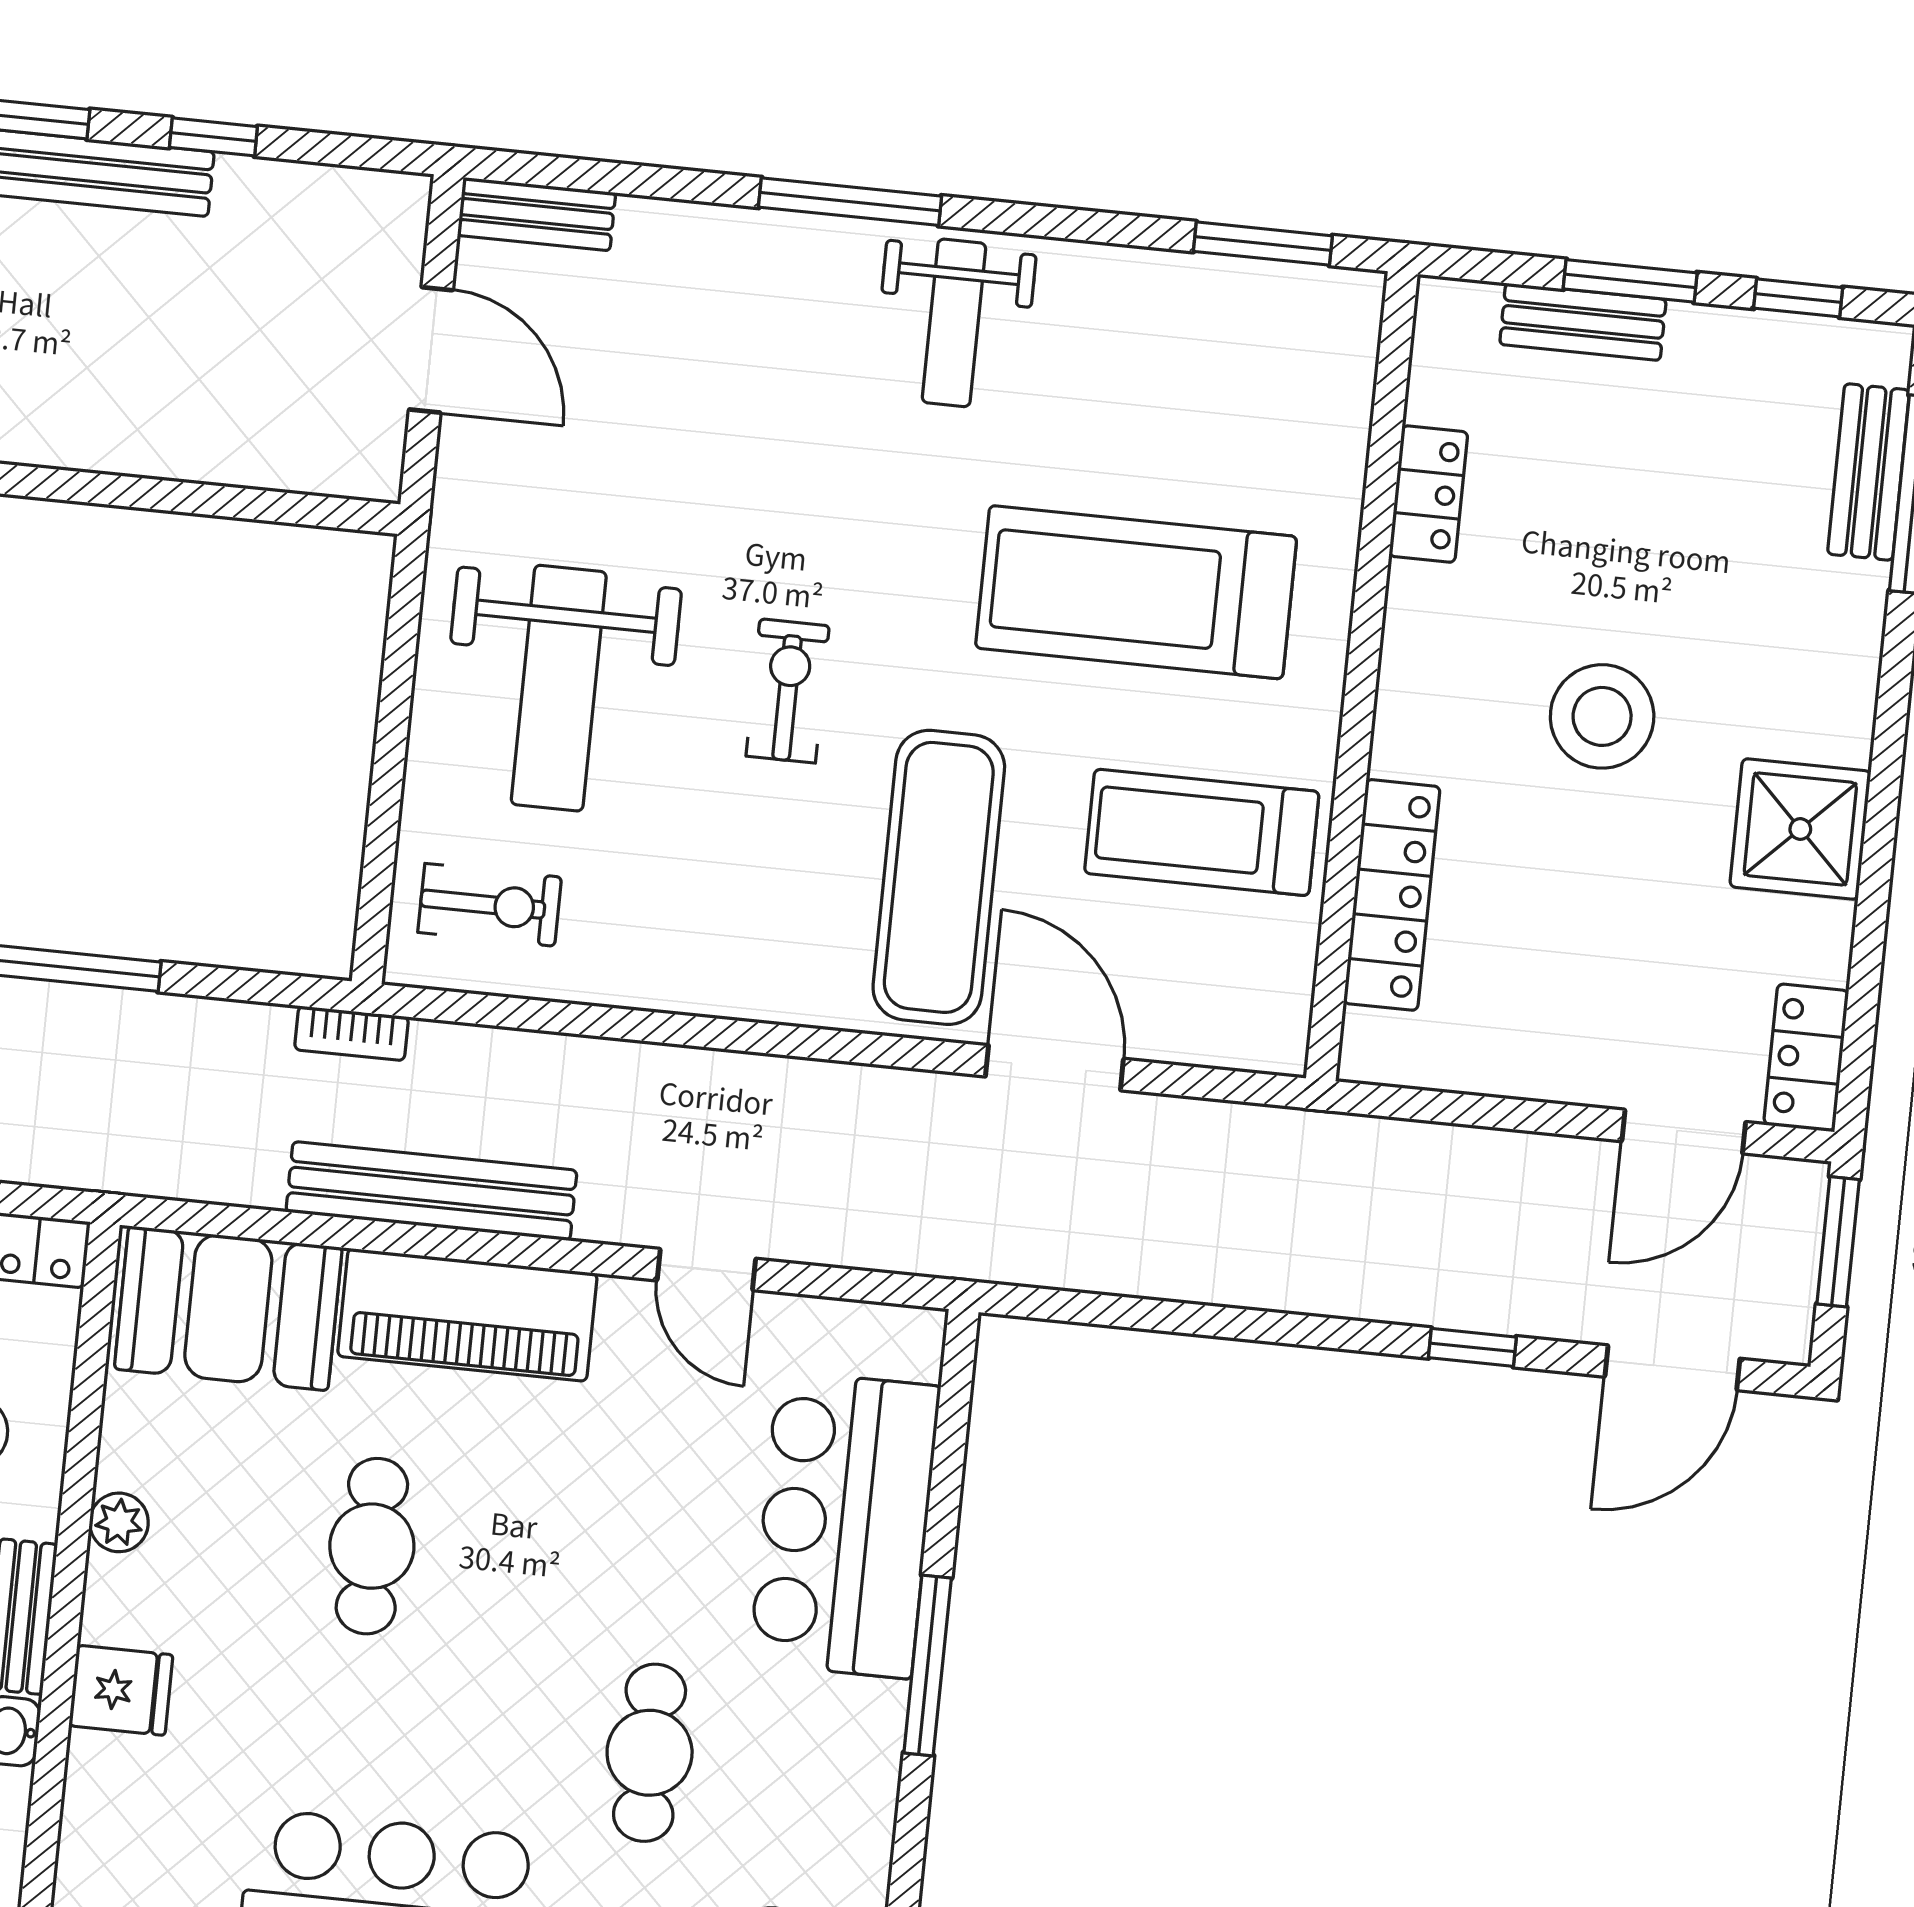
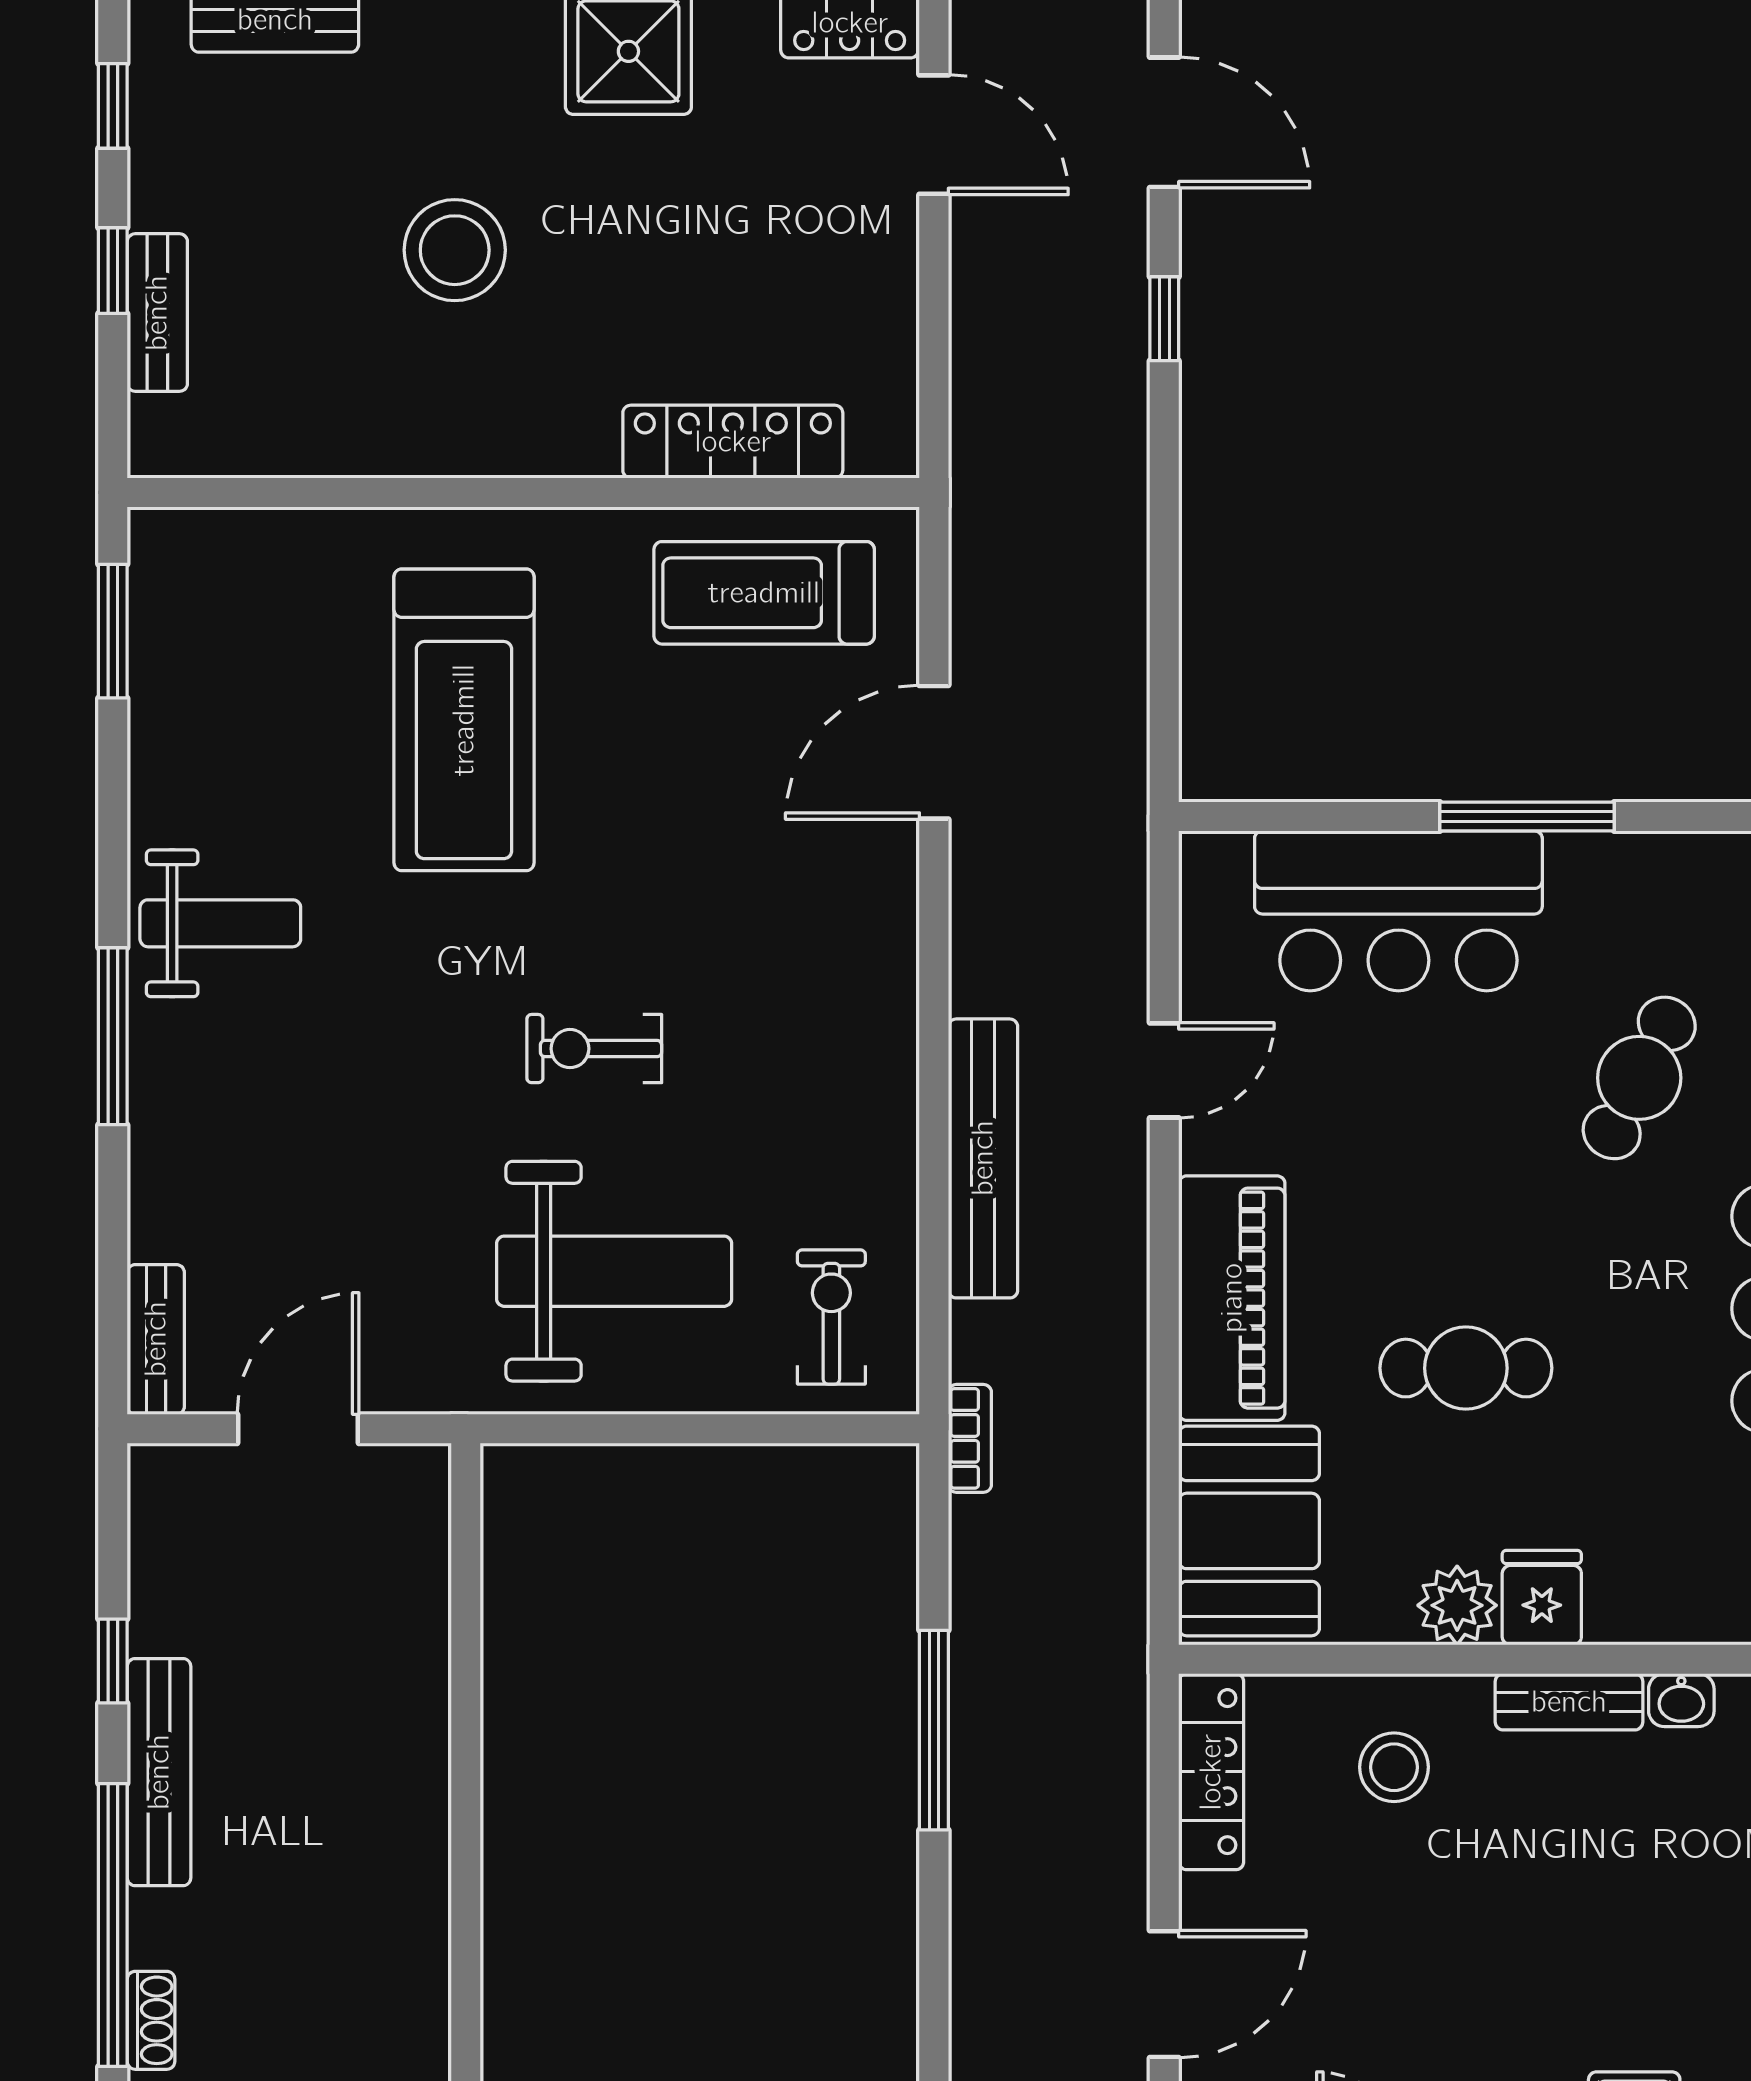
window: (1630, 281) -> (113, 271), width x0.67
locker: (1428, 494) -> (340, 446), removed
stool: (1602, 716) -> (455, 250), moved
treadmill: (1202, 832) -> (764, 593), moved, turned 90
exercise mat: (939, 877) -> (760, 883), removed
bench: (431, 1191) -> (983, 1158), moved
plant: (119, 1522) -> (1457, 1605), width x1.38, depth x1.38
fridge: (121, 1690) -> (1542, 1598), moved
cafe table: (650, 1753) -> (1639, 1078), turned -63

